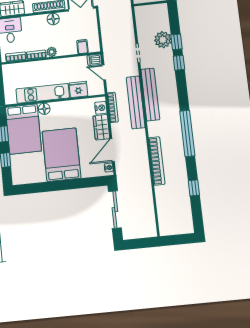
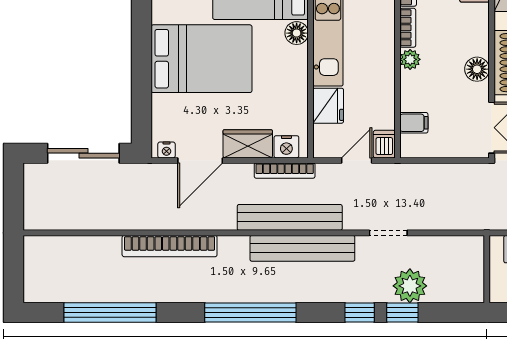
window: (187, 133) -> (250, 313), moved
door: (112, 150) -> (200, 160), swing flipped
window: (194, 188) -> (110, 313), width x3.17

